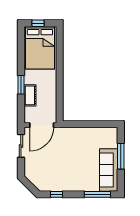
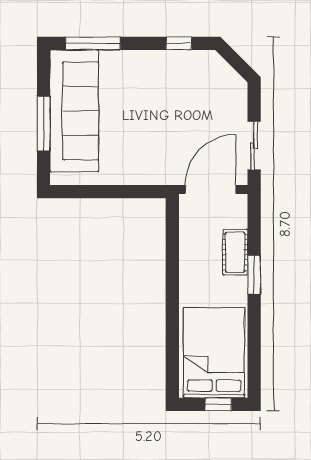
sofa: (109, 170) -> (74, 111), width x1.36, depth x1.27

